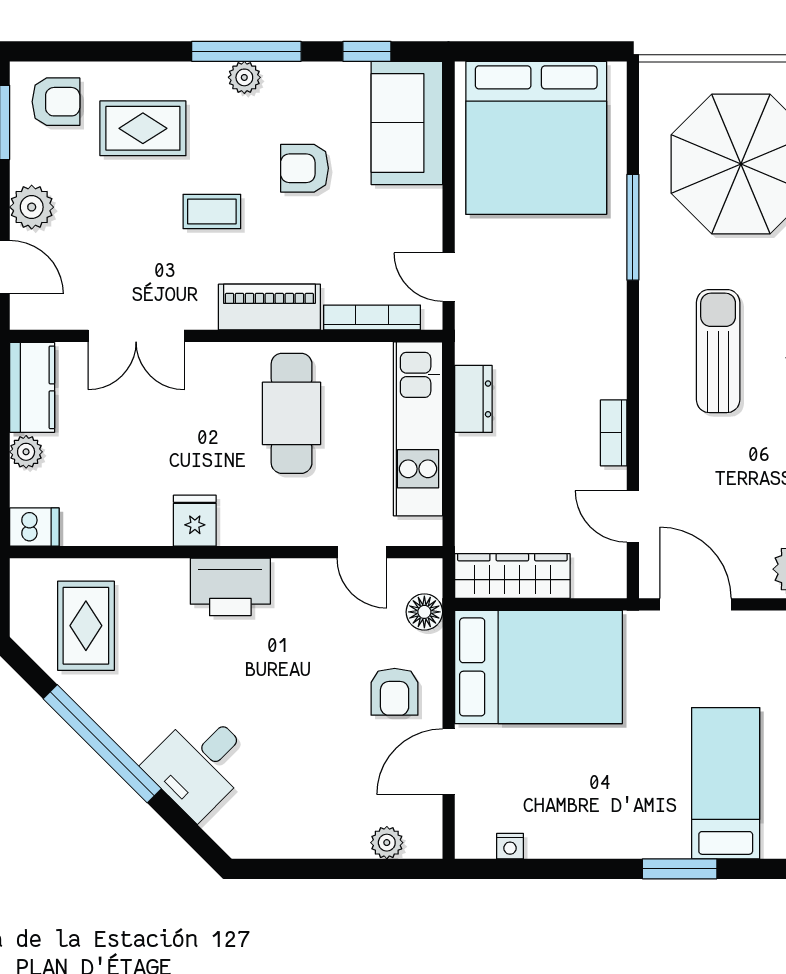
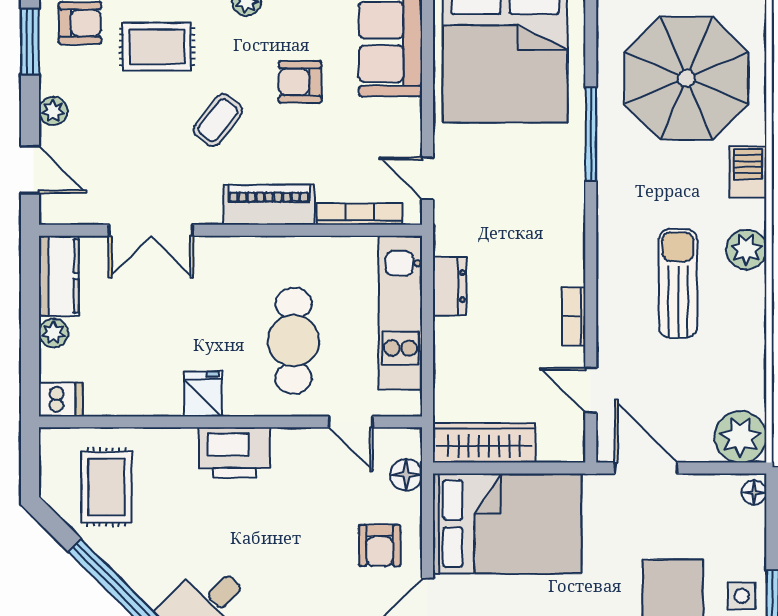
plant: (32, 207) -> (53, 111), width x0.73, depth x0.73
coffee table: (212, 211) -> (218, 120), turned -52
sun lounger: (718, 351) -> (678, 283), moved
cafe table: (292, 413) -> (294, 341), moved

